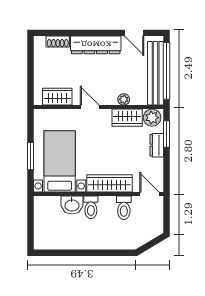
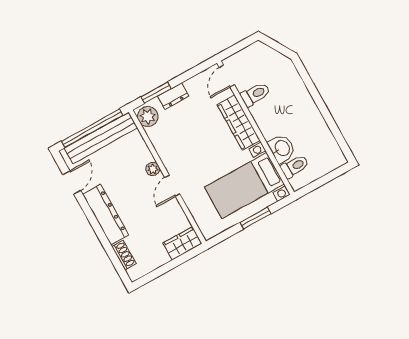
wardrobe: (57, 97) -> (182, 243), moved, turned 90
plant: (124, 99) -> (153, 169), moved
wardrobe: (127, 118) -> (162, 142), removed
toilet: (91, 207) -> (295, 166), moved

